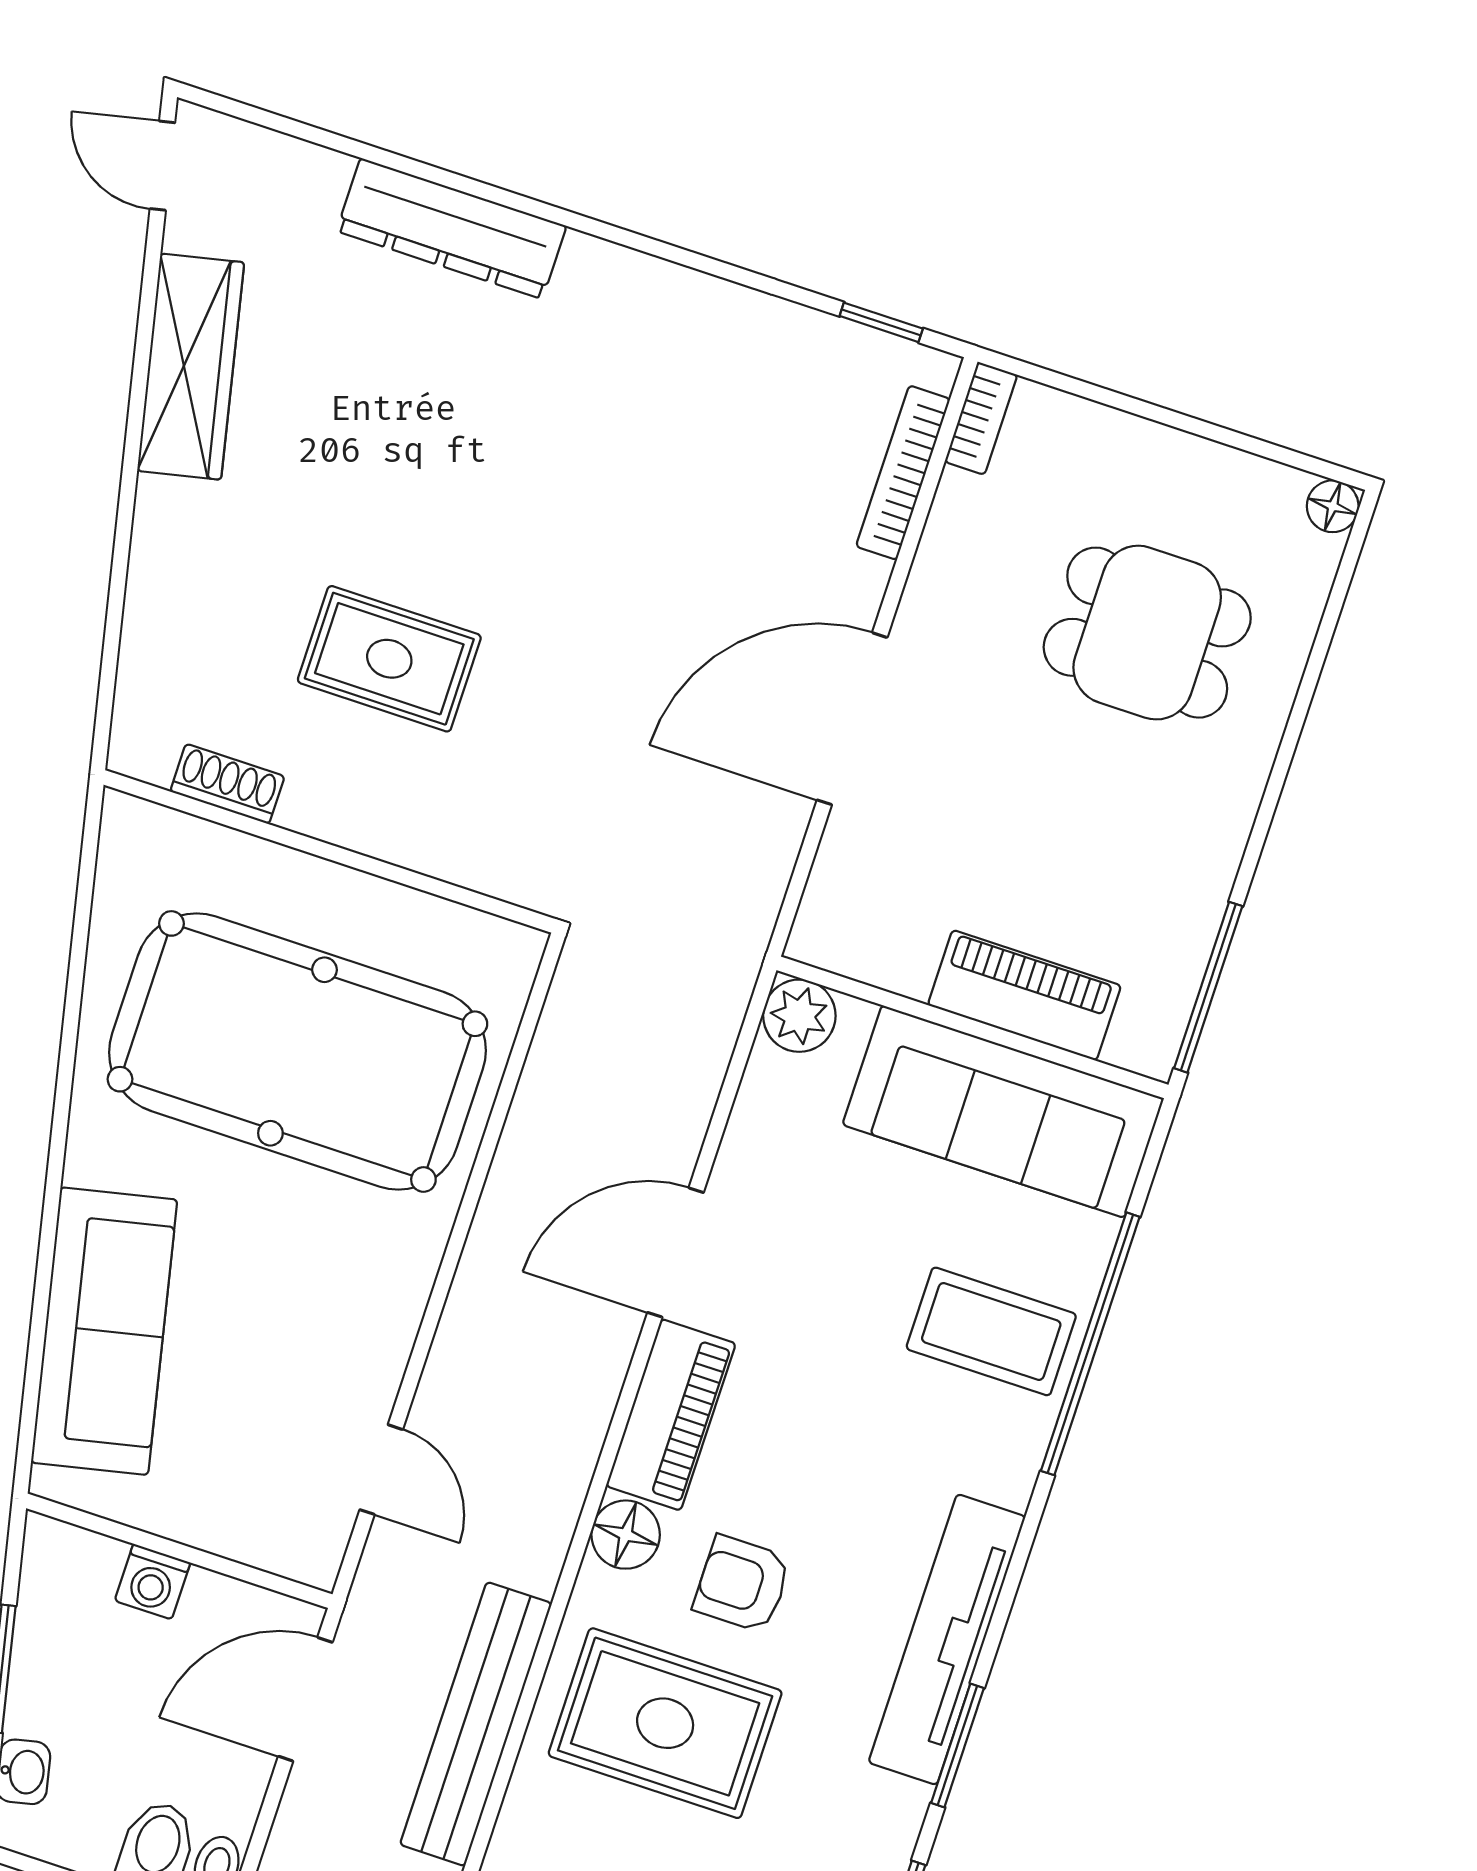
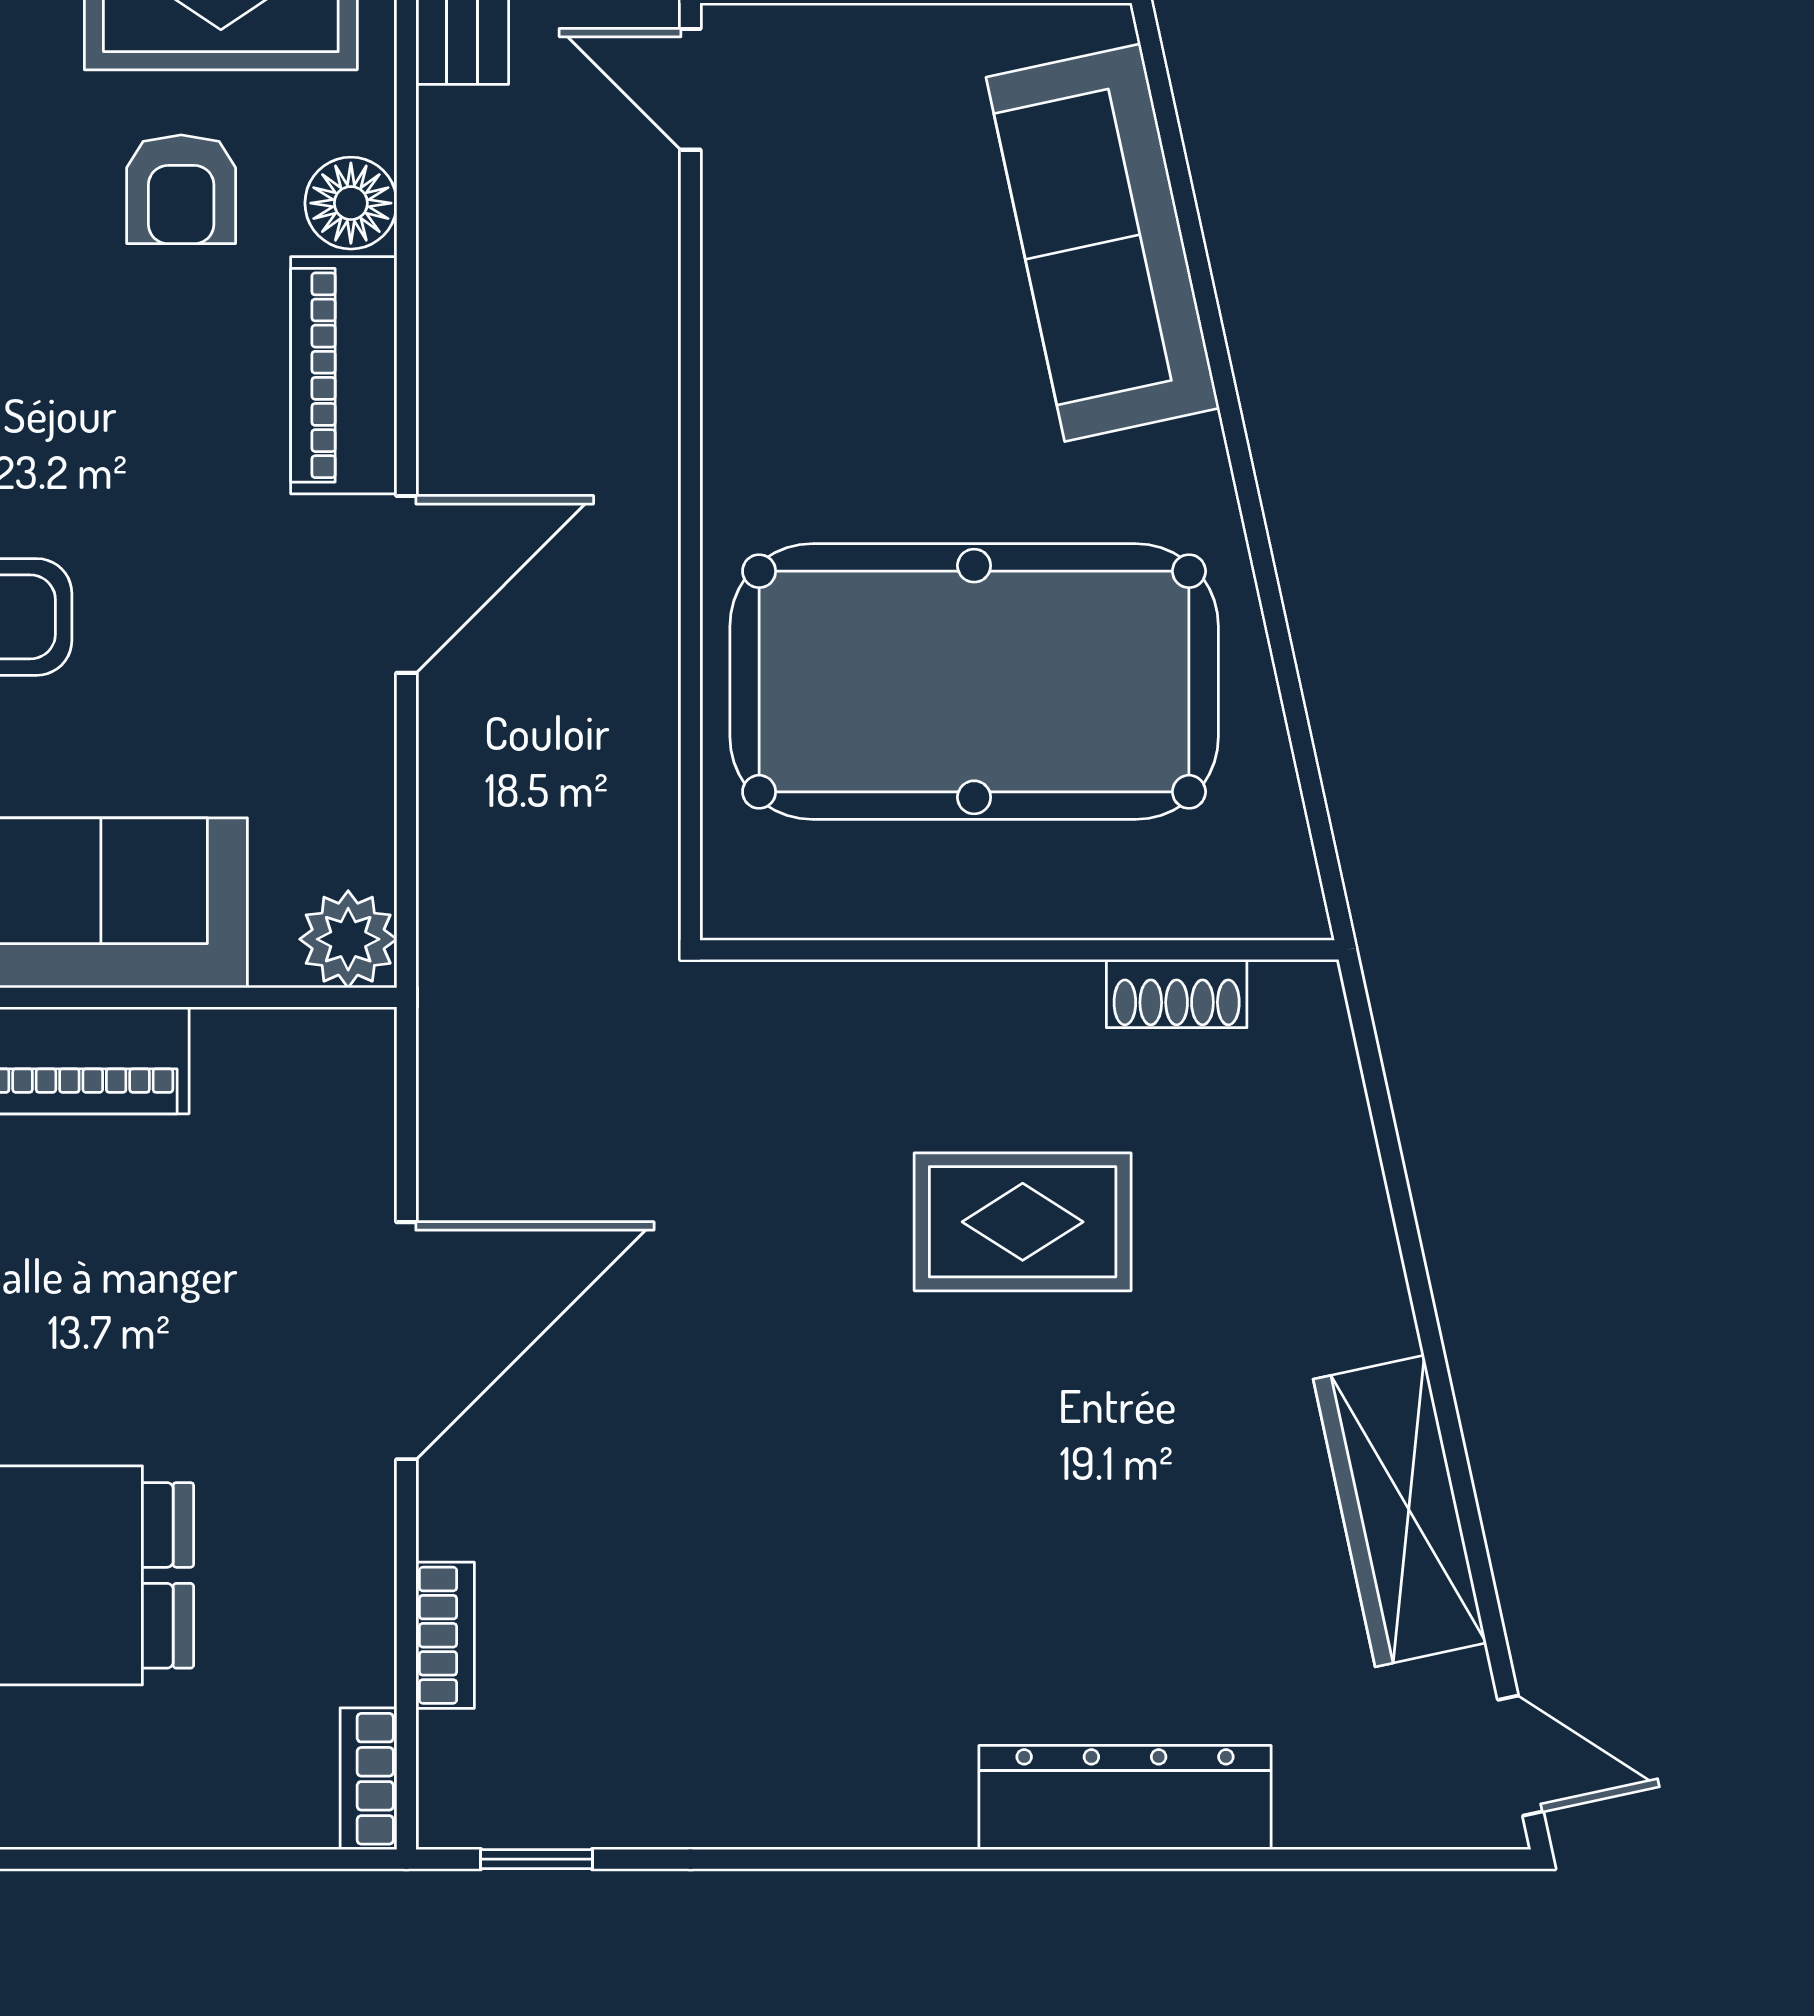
bookcase: (903, 473) -> (445, 1635), width x0.64
door: (381, 1470) -> (690, 89), moved
armchair: (742, 1584) -> (181, 189), turned 90

